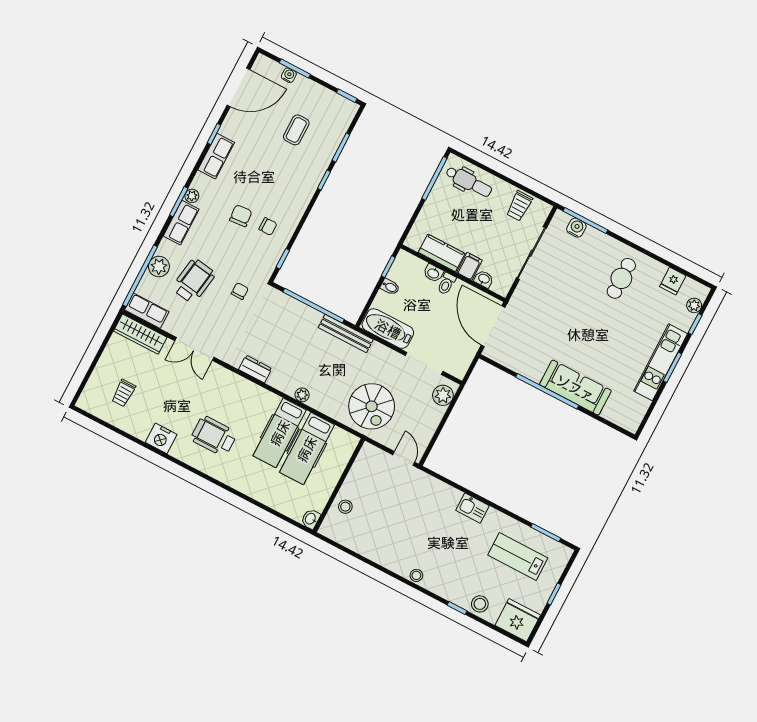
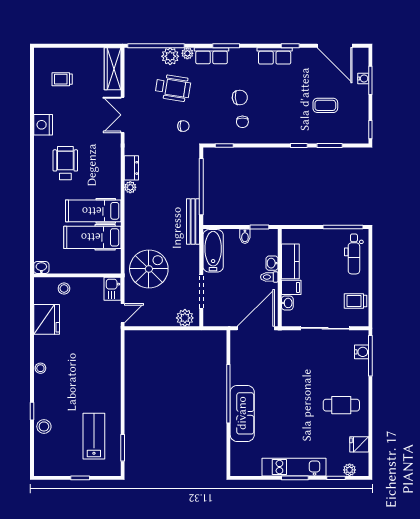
plant: (192, 196) -> (187, 53), moved
row of seats: (147, 311) -> (133, 64), removed
plant: (302, 395) -> (130, 187), moved
spiral stairs: (372, 406) -> (149, 269), turned 180
kitchen sink: (472, 508) -> (112, 289), moved
fridge: (518, 620) -> (47, 319), moved

